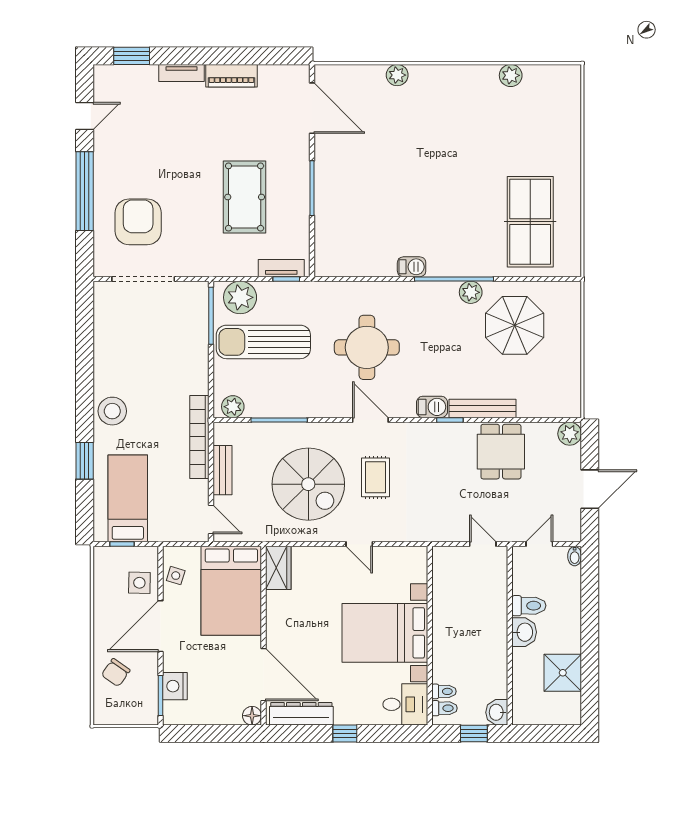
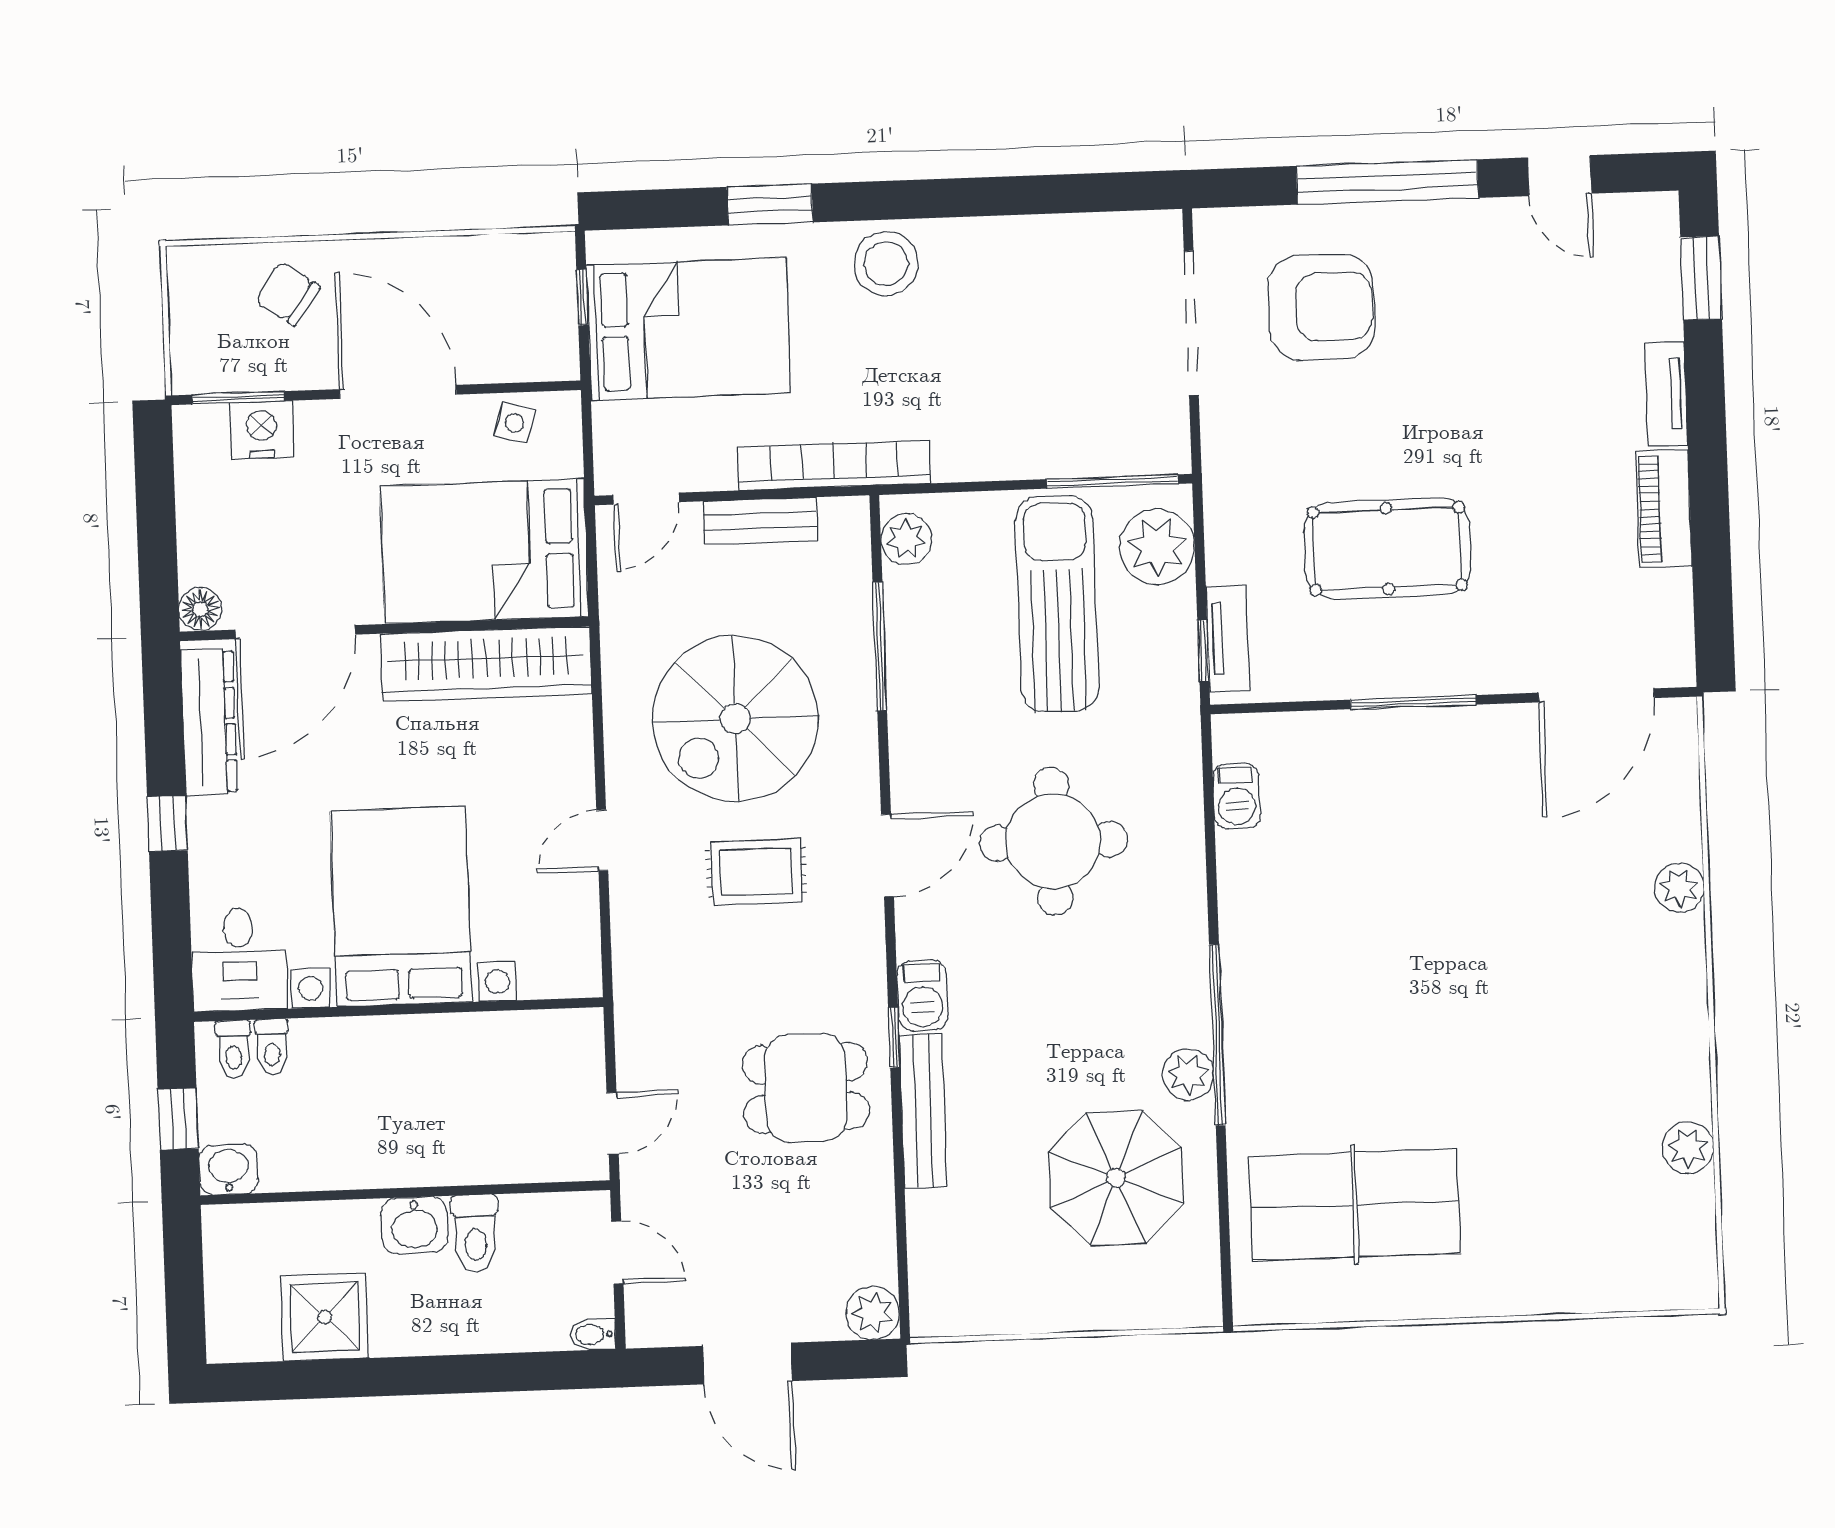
barbecue: (412, 267) -> (1236, 796), moved
dining table: (501, 452) -> (806, 1088), moved
bed: (128, 498) -> (688, 329), width x1.50
wardrobe: (278, 568) -> (486, 664), width x2.10, depth x1.17
side table: (139, 583) -> (495, 340), removed

